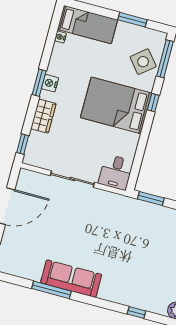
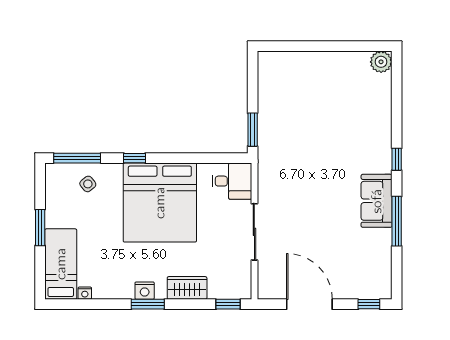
window: (132, 20) -> (40, 228), moved
side table: (143, 62) -> (88, 184), width x0.54, depth x0.54
bed: (116, 105) -> (160, 203), width x1.36
sofa: (71, 279) -> (377, 201), width x0.73
window: (136, 313) -> (397, 159), moved

